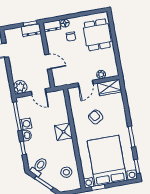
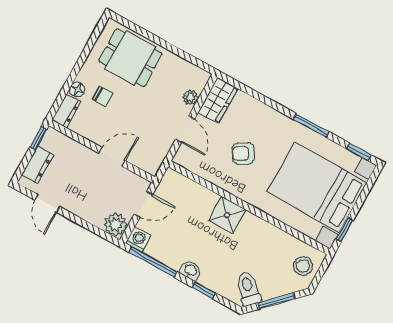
dresser: (31, 30) -> (38, 165), moved
washing machine: (26, 124) -> (138, 239), moved
stool: (66, 172) -> (303, 266), moved

